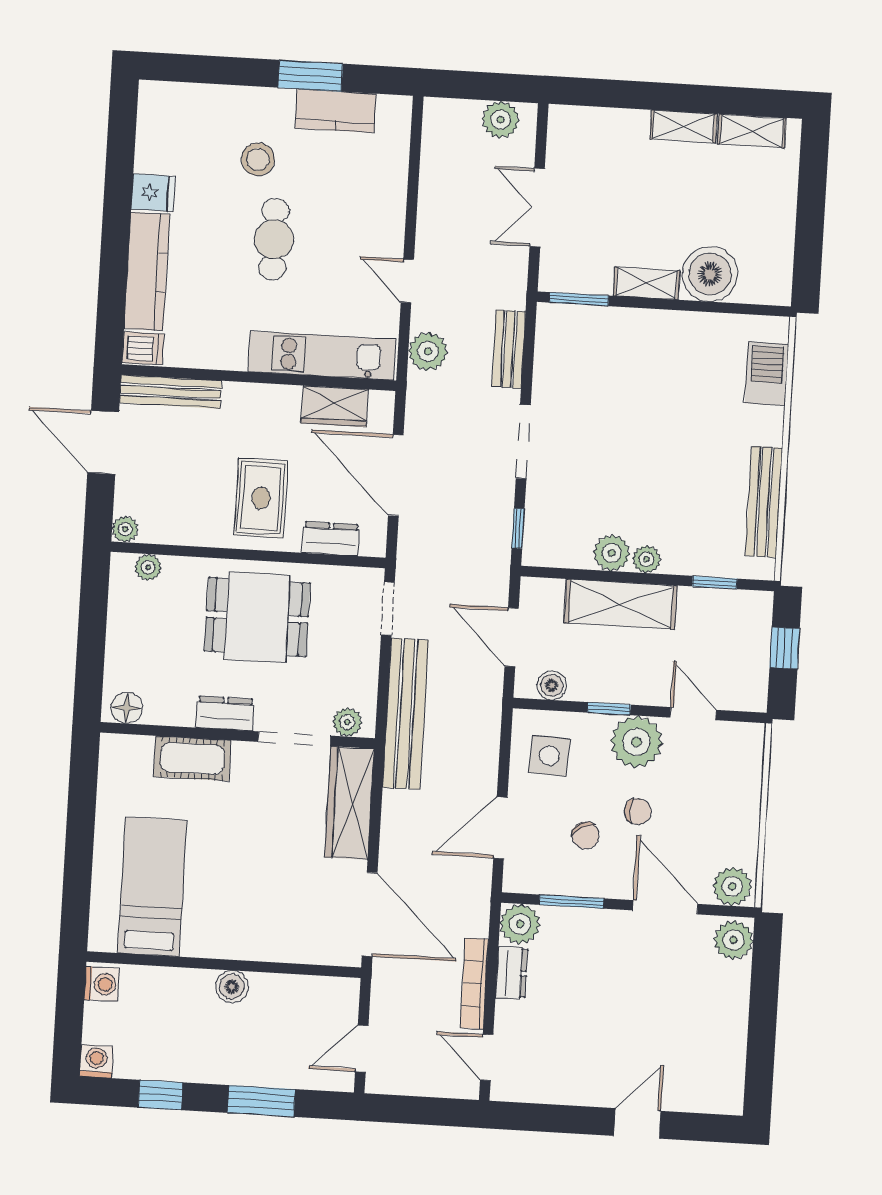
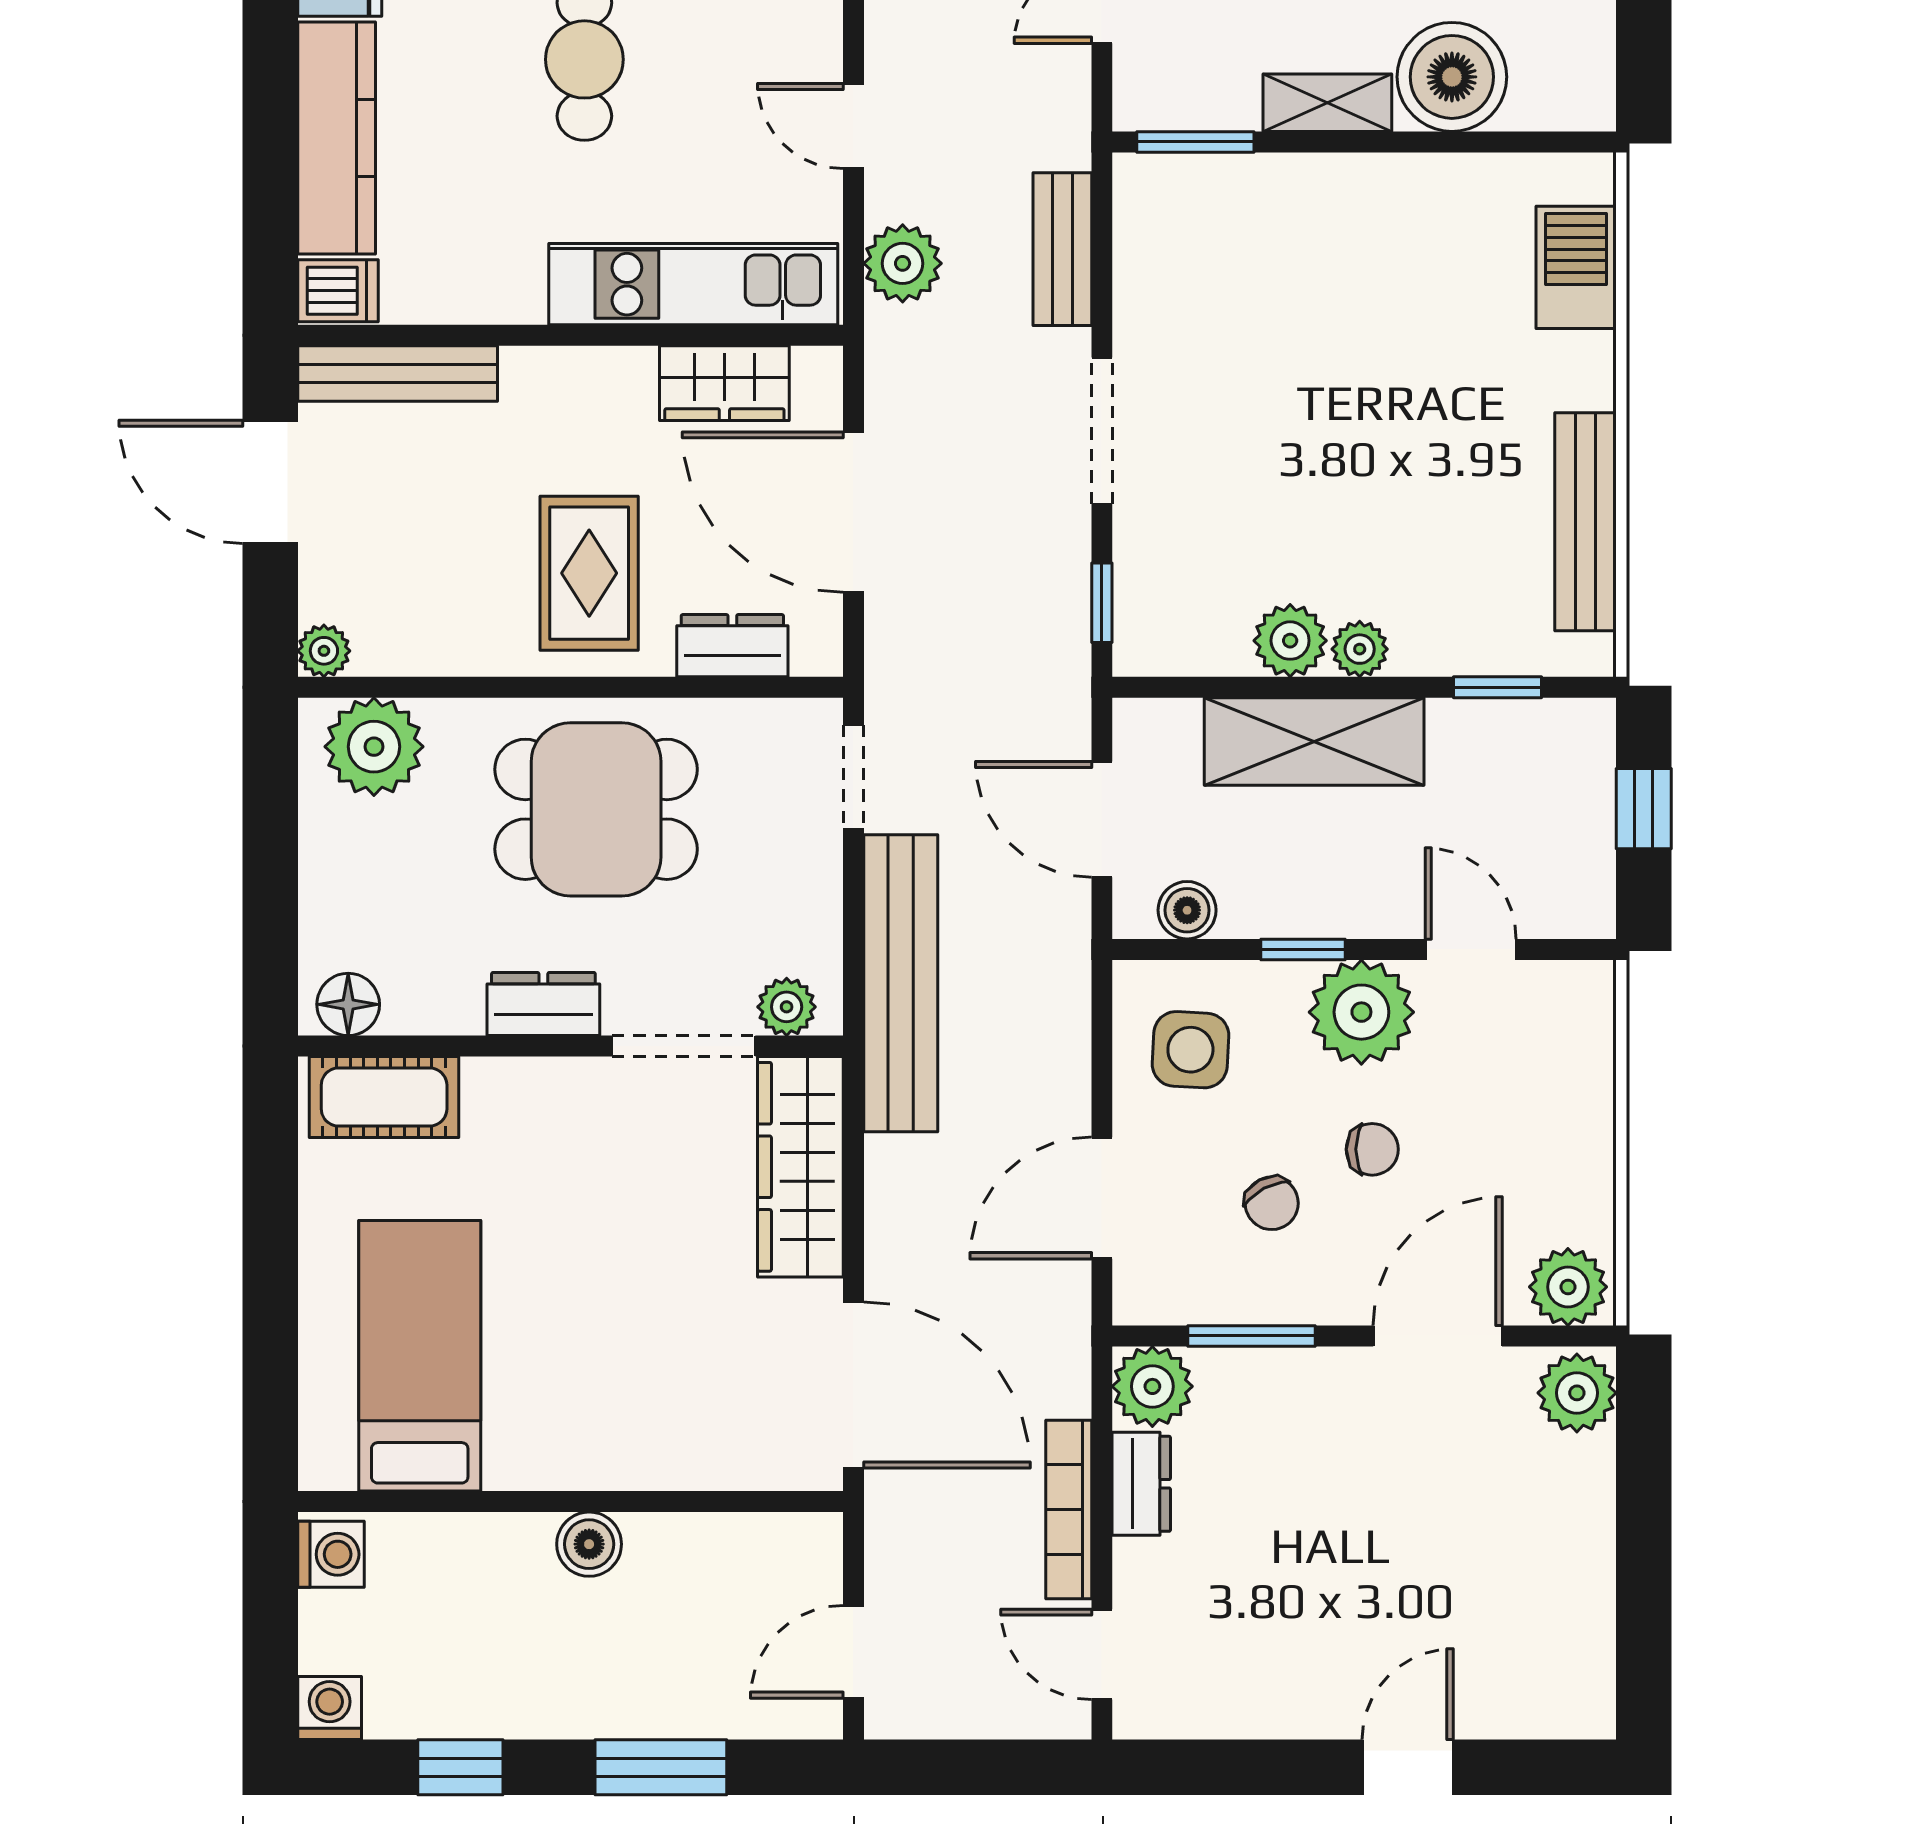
plant: (148, 567) -> (374, 747), width x1.88, depth x1.88
cot: (192, 758) -> (384, 1097), moved
door: (665, 907) -> (1438, 1336), hinge flipped

